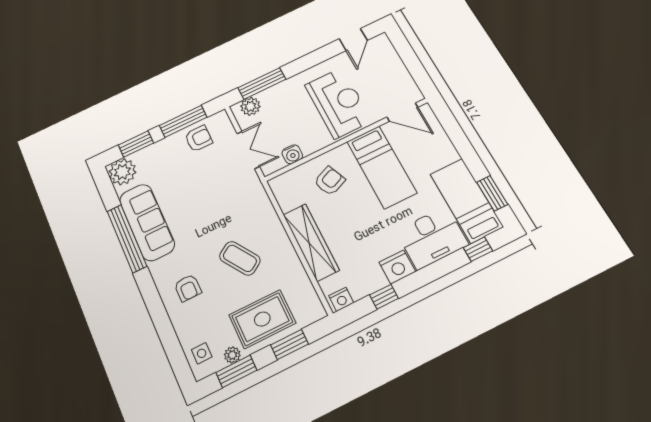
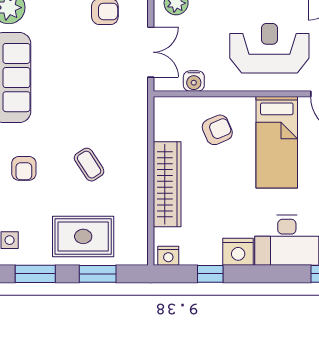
reception desk: (338, 103) -> (269, 48), turned -90
coffee table: (240, 258) -> (89, 165), width x0.73, depth x0.77
plant: (232, 355) -> (38, 256), removed

